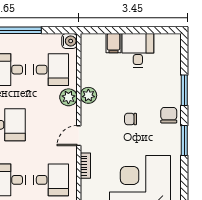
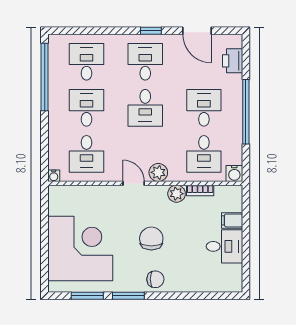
window: (184, 90) -> (87, 296), moved
plant: (68, 97) -> (158, 172), moved
chair: (131, 119) -> (151, 239), width x1.87, depth x1.87
bookcase: (85, 166) -> (200, 190), moved

